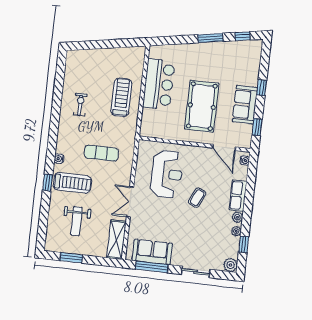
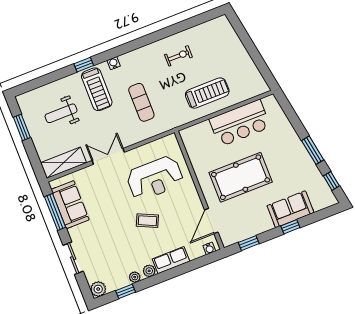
sofa: (245, 105) -> (290, 209), moved

